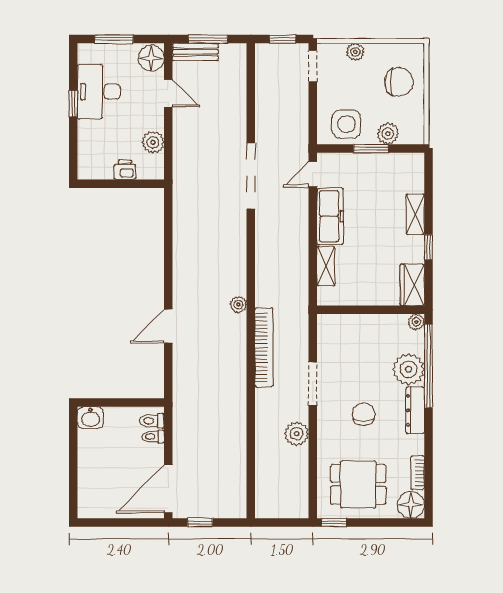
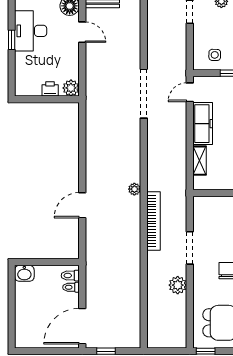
side table: (346, 124) -> (215, 55), width x0.54, depth x0.54
plant: (153, 142) -> (71, 88), moved

